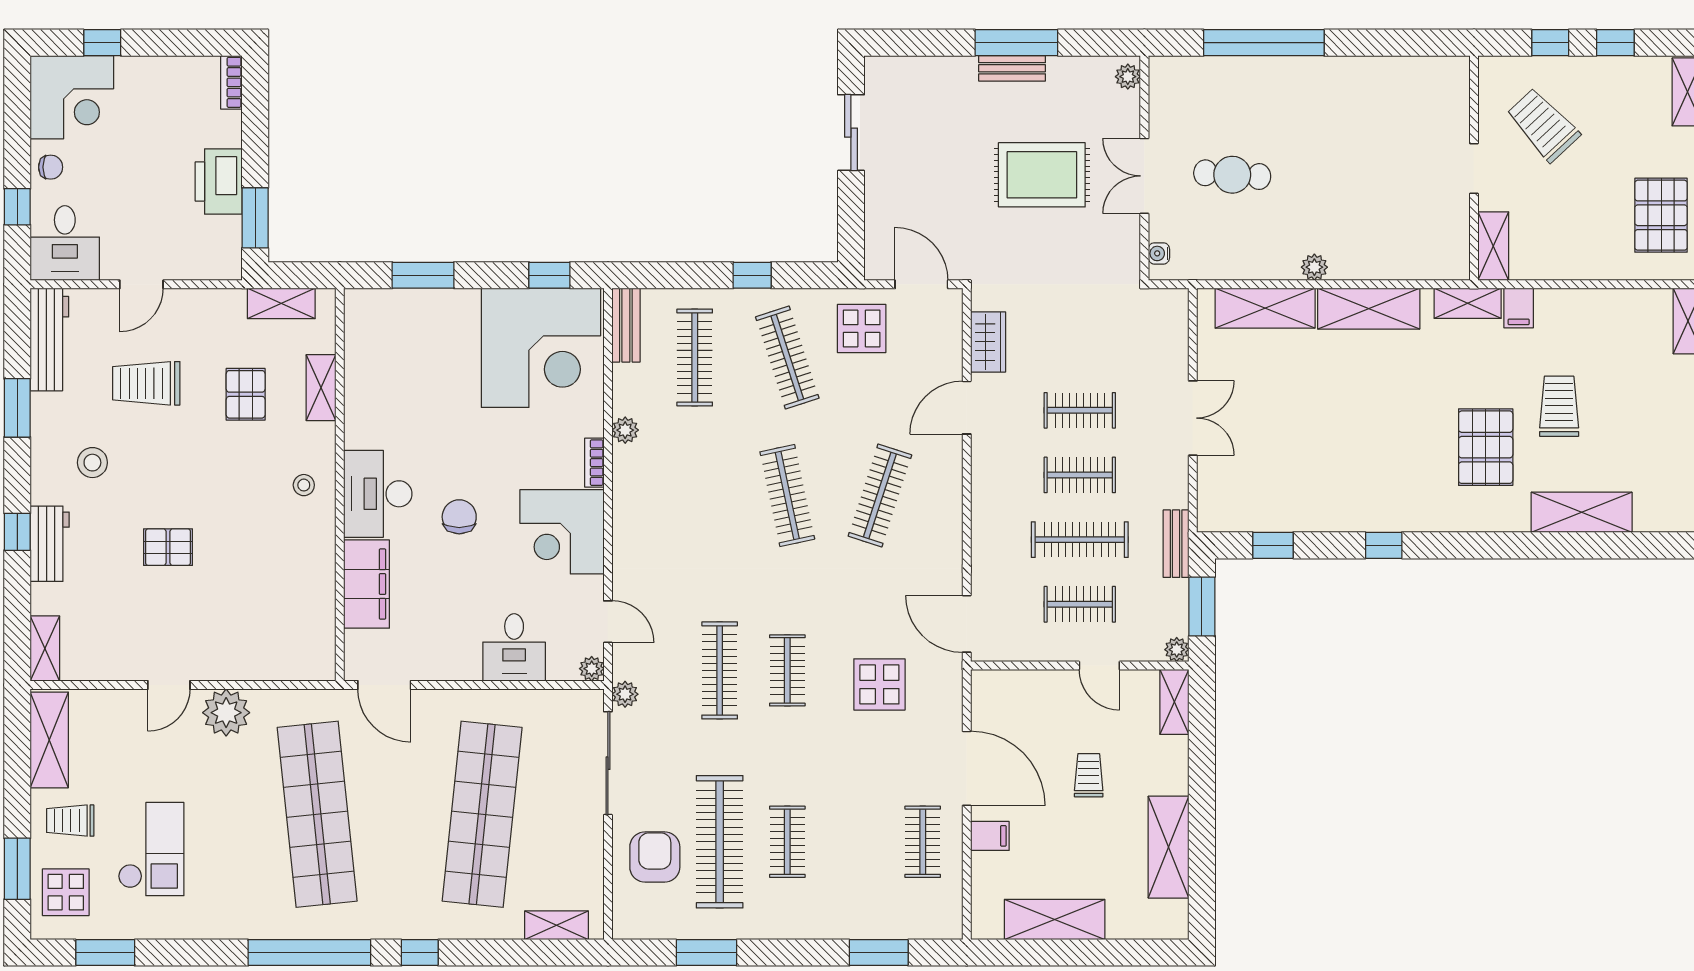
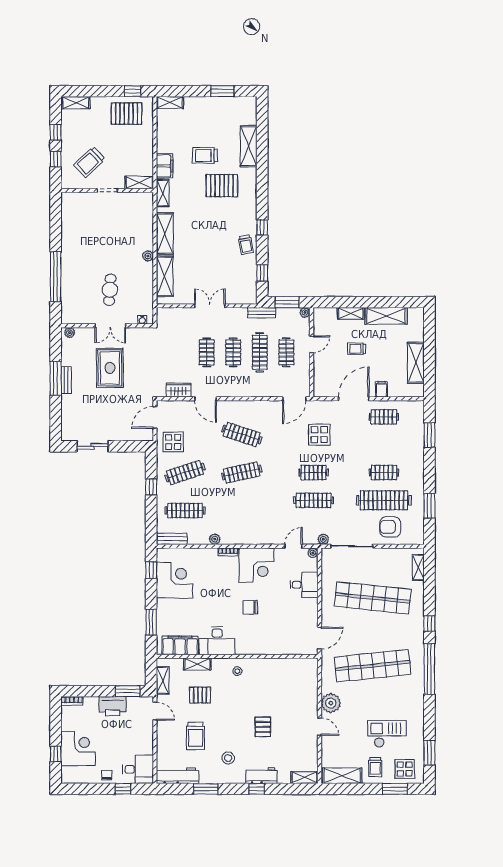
corner desk: (72, 97) -> (78, 749), moved
door: (141, 284) -> (155, 711), moved
filing cabinet: (1519, 308) -> (165, 166), width x2.00
corner desk: (541, 348) -> (174, 580), width x0.74, depth x0.74
desk: (378, 494) -> (217, 641), moved
trolley: (1342, 506) -> (246, 245), added
filing cabinet: (367, 584) -> (180, 645), moved
shelving: (1174, 702) -> (351, 314), moved

